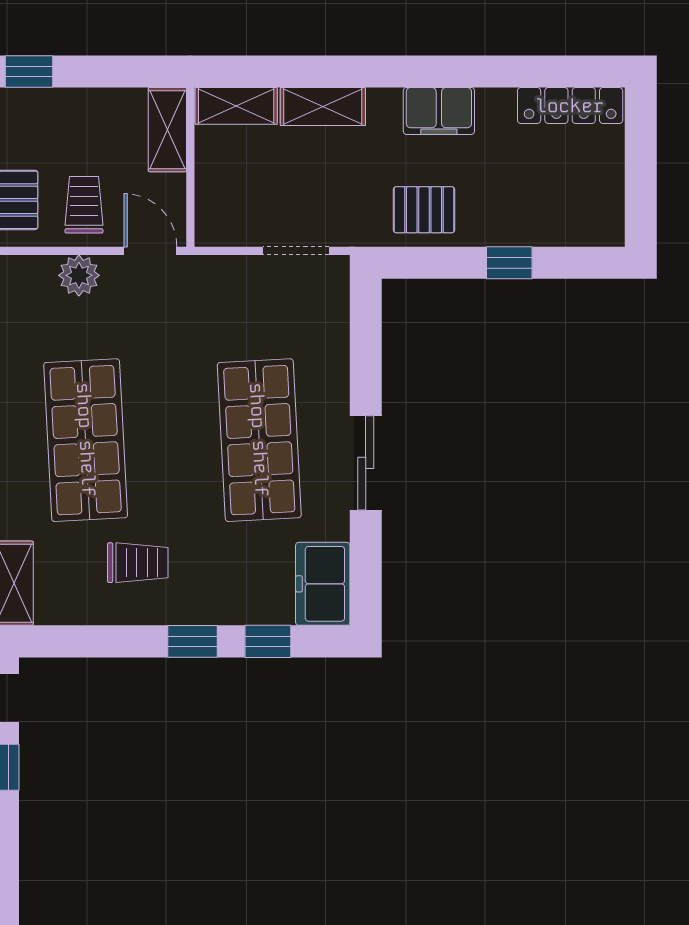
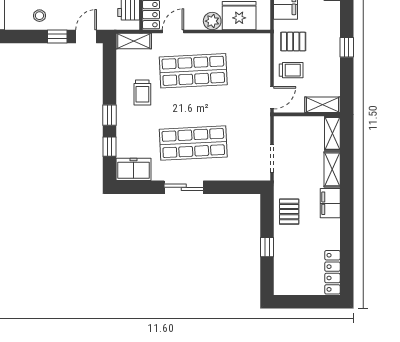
filing cabinet: (439, 111) -> (330, 203), moved
plant: (79, 275) -> (262, 68), removed

